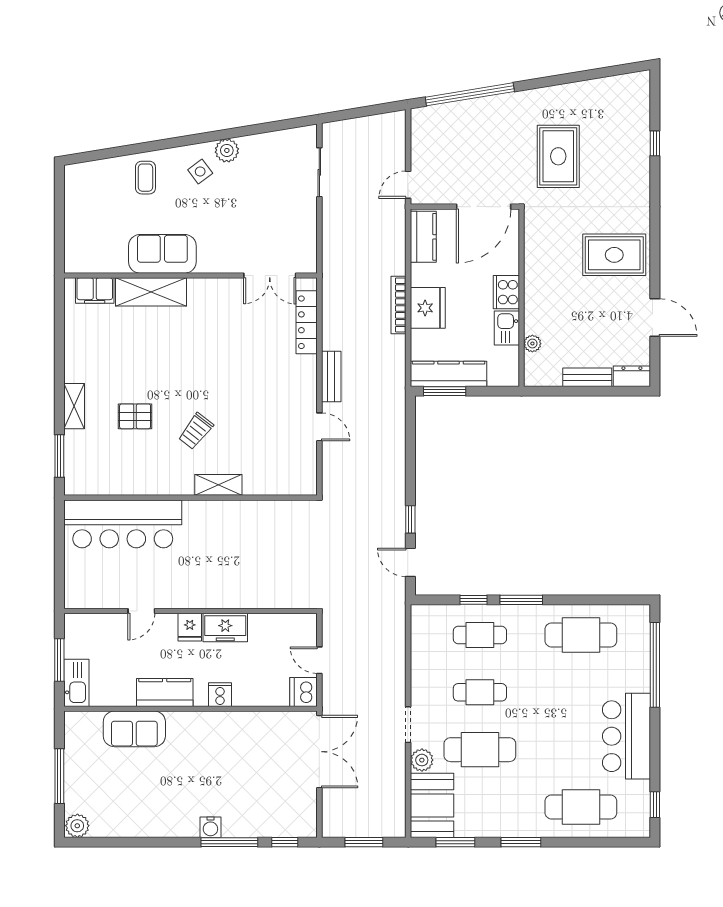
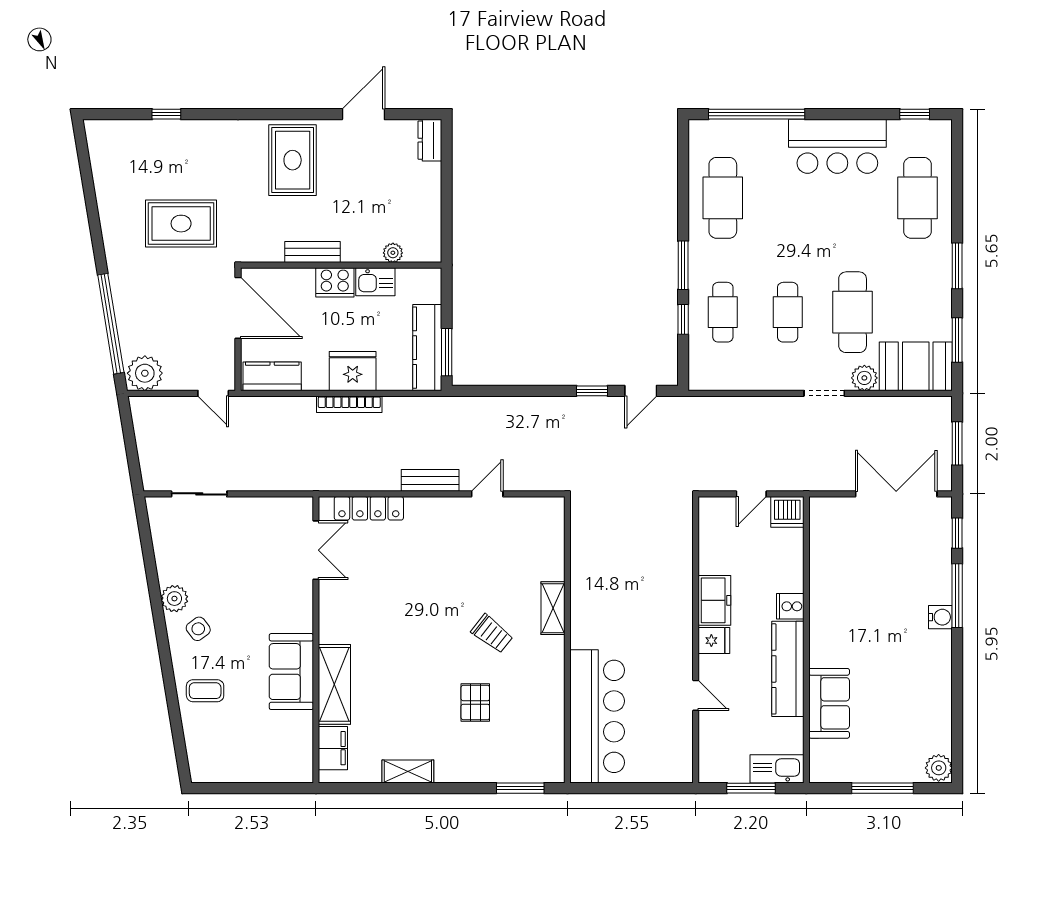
plant: (426, 124) -> (145, 373), added
bench: (587, 377) -> (313, 252), moved, turned 90
shelving: (74, 406) -> (408, 771), moved
kitchen counter: (165, 692) -> (788, 669), width x1.50
double door: (319, 752) -> (896, 494), moved

